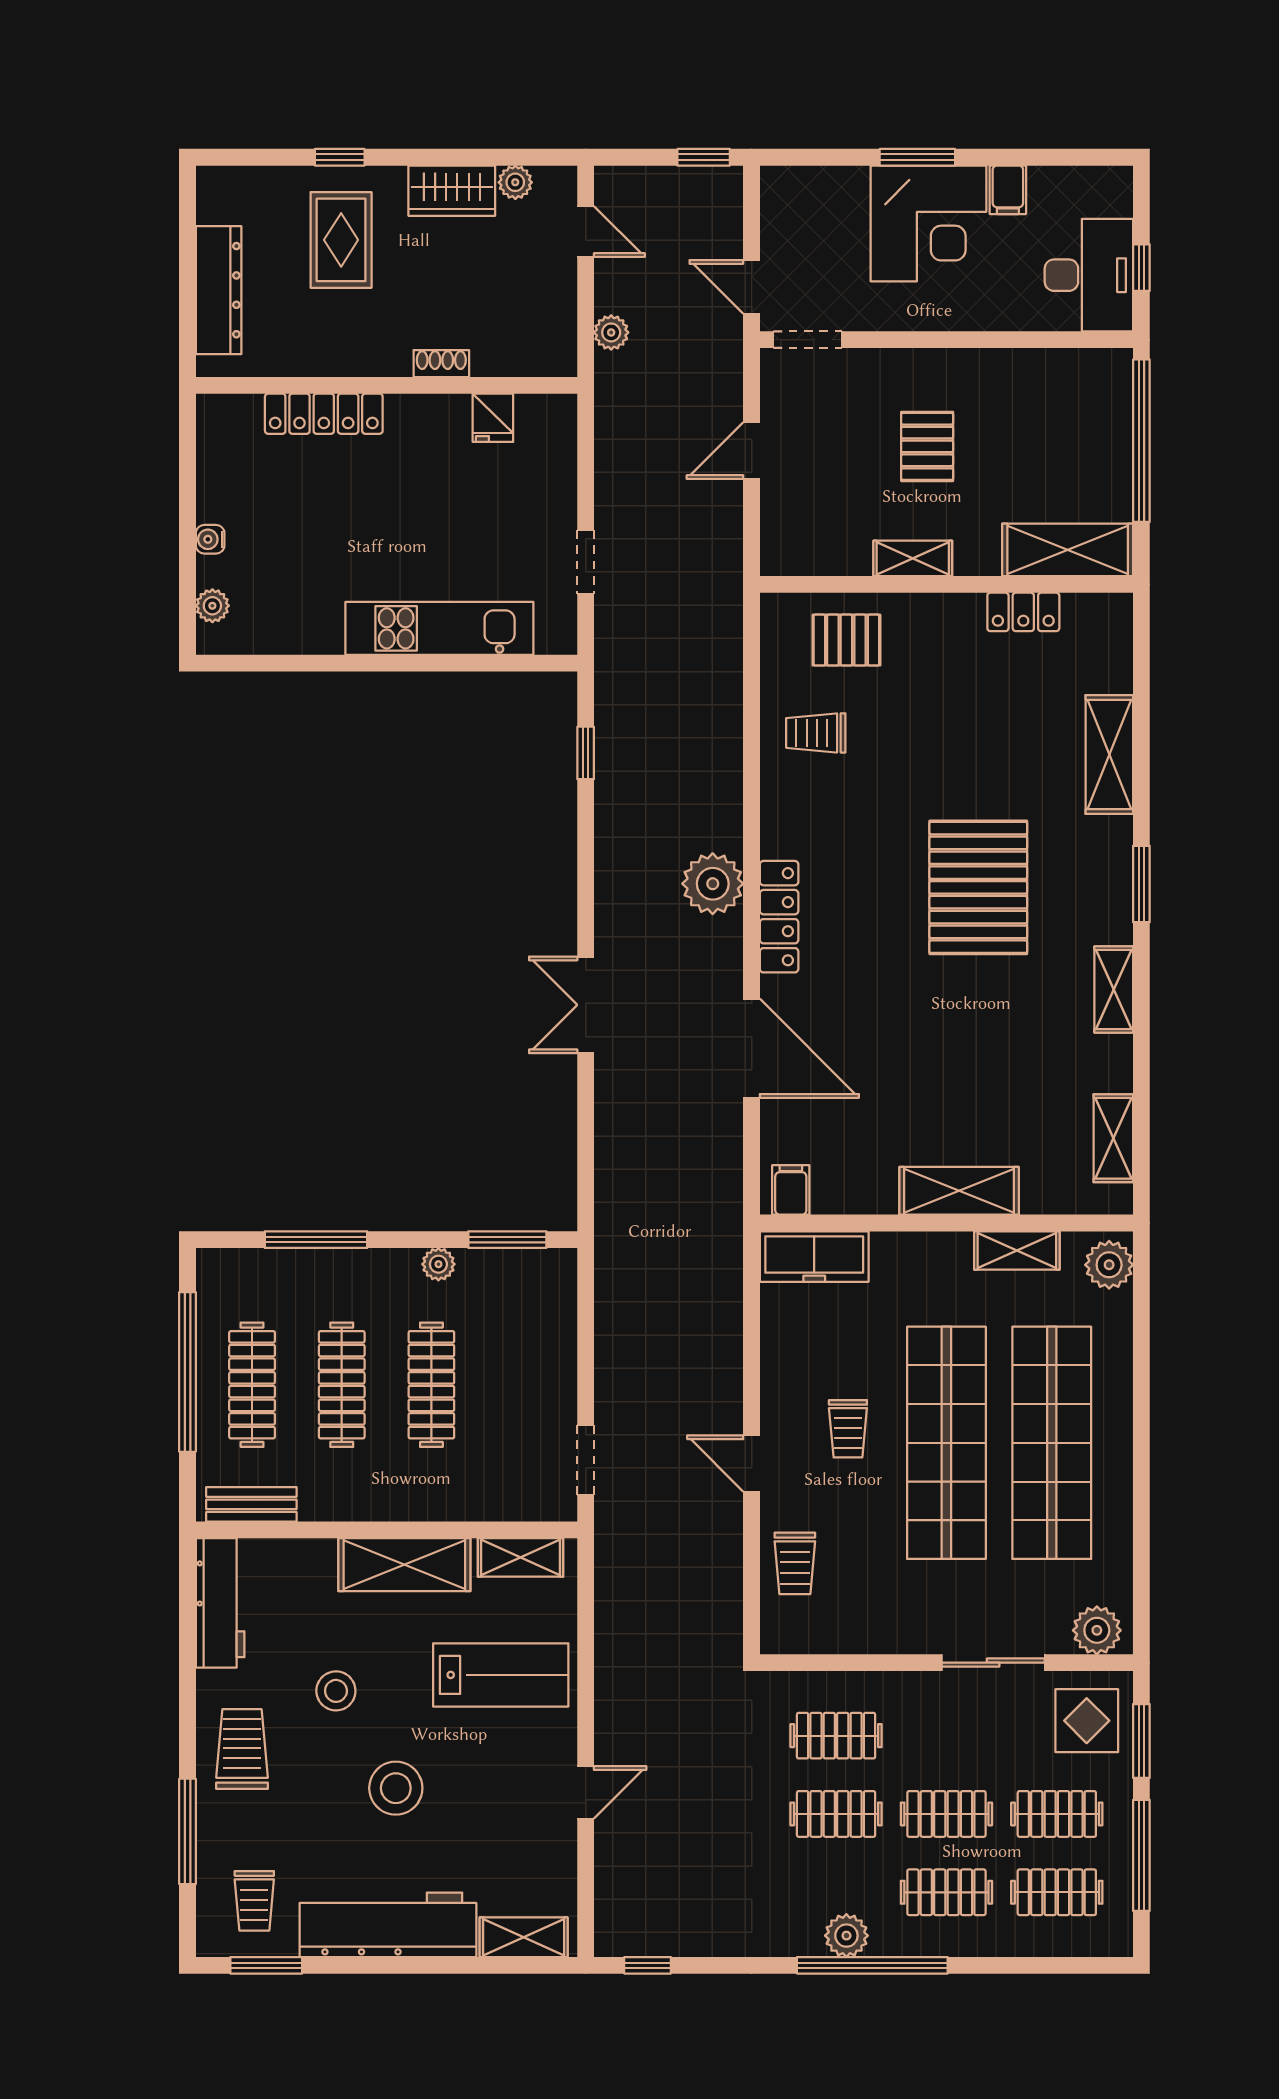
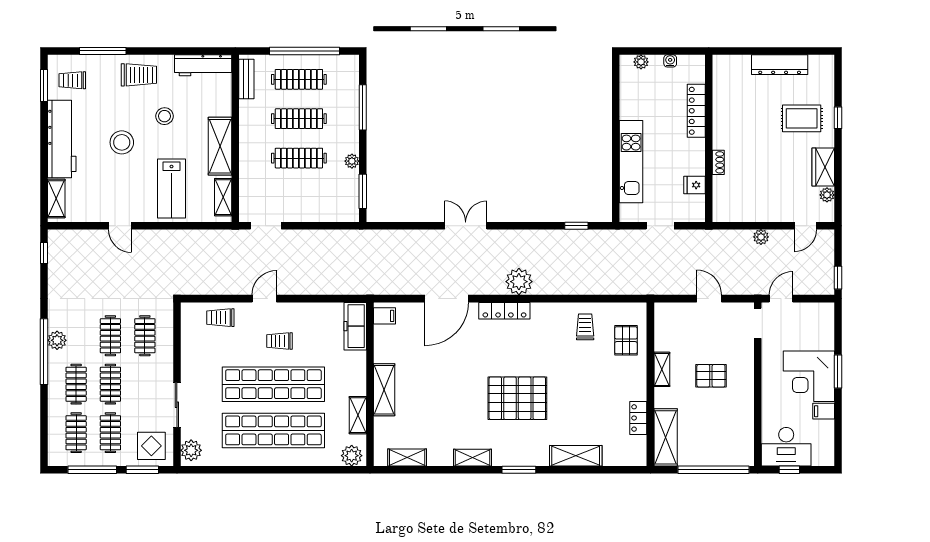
shoe rack: (441, 364) -> (718, 162), moved
wall: (387, 385) -> (709, 138), moved
locker: (324, 414) -> (696, 111), moved
fridge: (493, 418) -> (694, 185), moved

